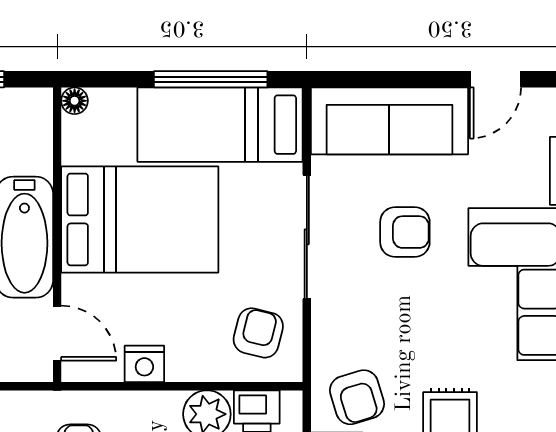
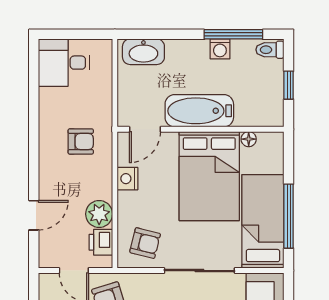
floor lamp: (75, 101) -> (249, 139), moved

